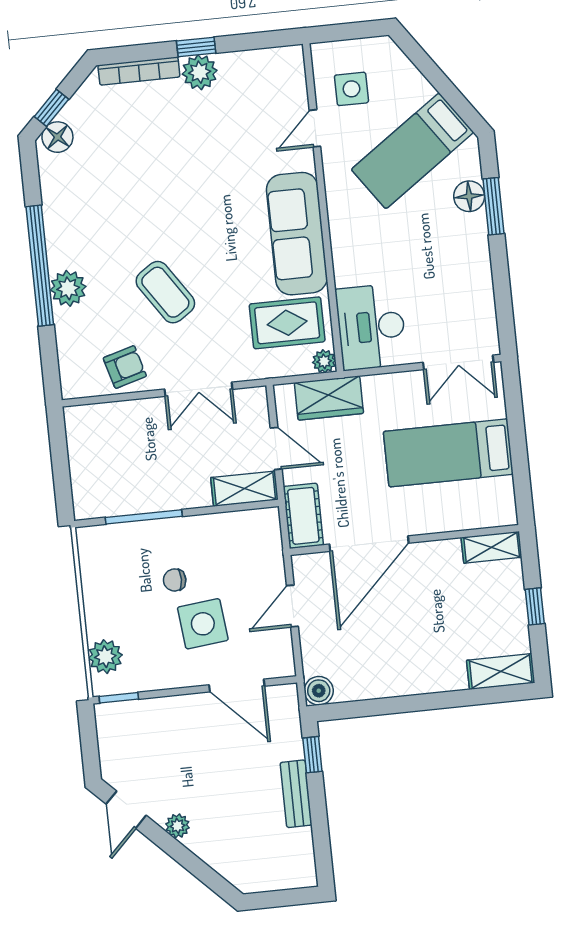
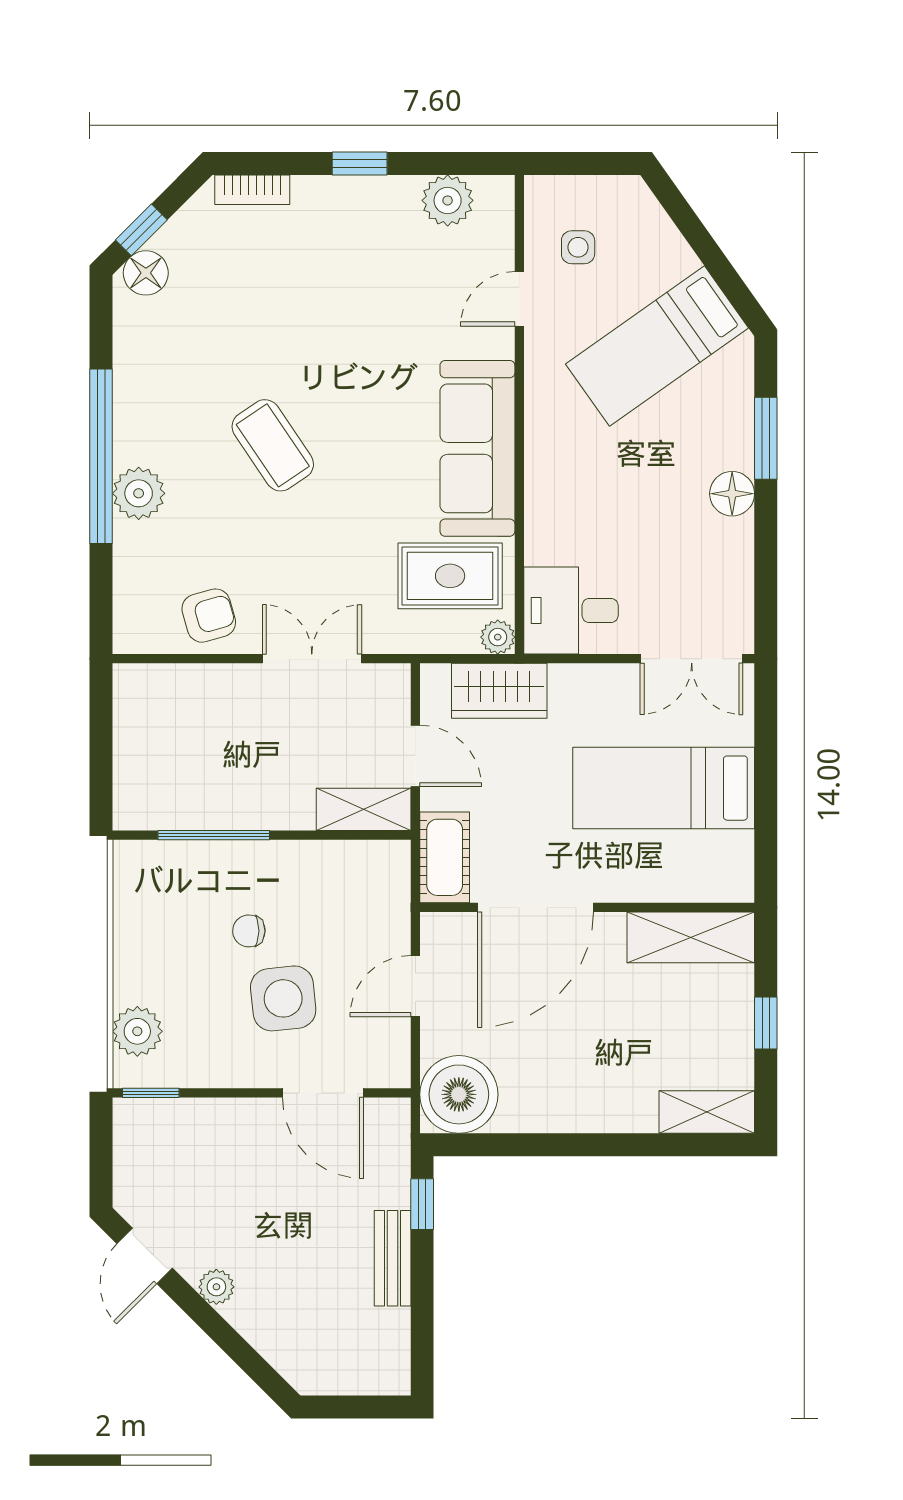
bookcase: (139, 71) -> (252, 190), width x0.64
plant: (200, 72) -> (448, 200), moved
side table: (351, 89) -> (578, 247), width x0.73, depth x0.73
floor lamp: (469, 196) -> (732, 494), moved
coffee table: (165, 292) -> (273, 445), moved
desk: (371, 327) -> (571, 610), width x0.73
double door: (198, 389) -> (312, 659), swing flipped
shelving: (492, 547) -> (691, 937), width x1.50, depth x1.33
boiler: (319, 691) -> (459, 1094), width x1.86, depth x1.86

